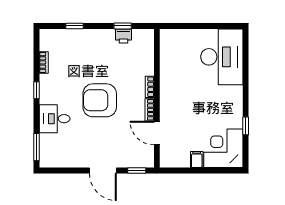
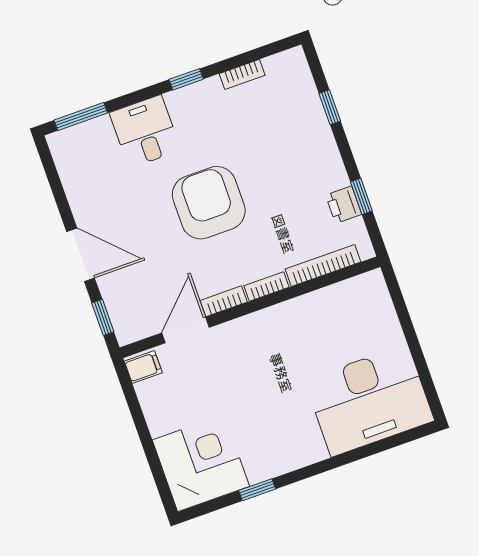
bookcase: (149, 56) -> (323, 265), added
filing cabinet: (197, 160) -> (143, 367), moved
door: (103, 171) -> (81, 255), swing flipped

